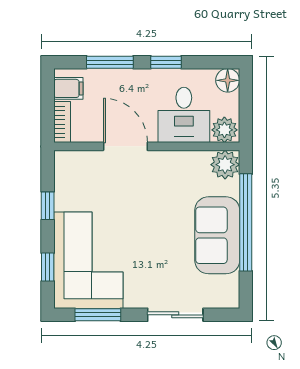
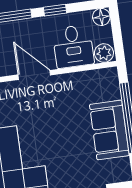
plant: (225, 165) -> (108, 78), removed

